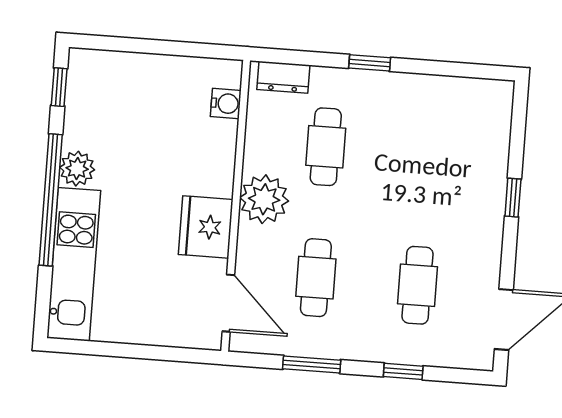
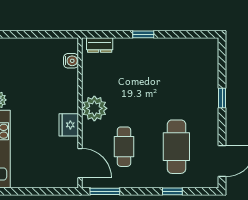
cafe table: (326, 147) -> (124, 79), removed
fridge: (206, 227) -> (69, 125), width x0.73, depth x0.75
cafe table: (418, 285) -> (176, 147), width x1.37, depth x1.35
window: (312, 364) -> (105, 191), moved

